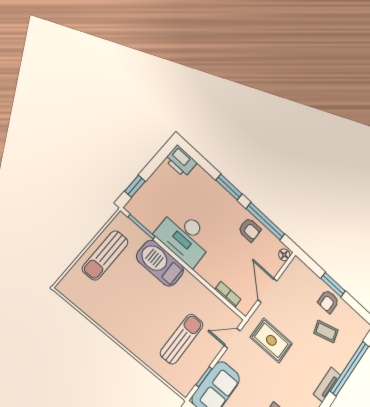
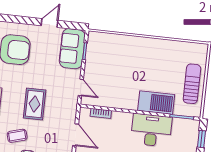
door: (232, 338) -> (81, 87), hinge flipped
sun lounger: (182, 339) -> (113, 65), removed
rug: (271, 340) -> (35, 104), moved, turned 90

